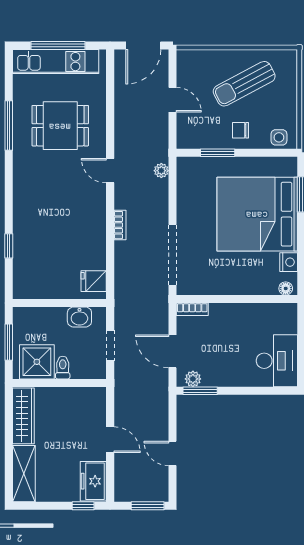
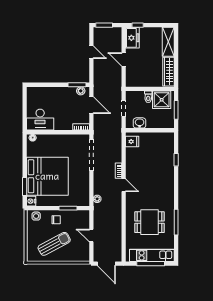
door: (143, 46) -> (106, 264), swing flipped
door: (110, 171) -> (124, 185), moved
nightstand: (289, 262) -> (31, 201), moved
desk: (277, 361) -> (40, 120), moved, turned -90

